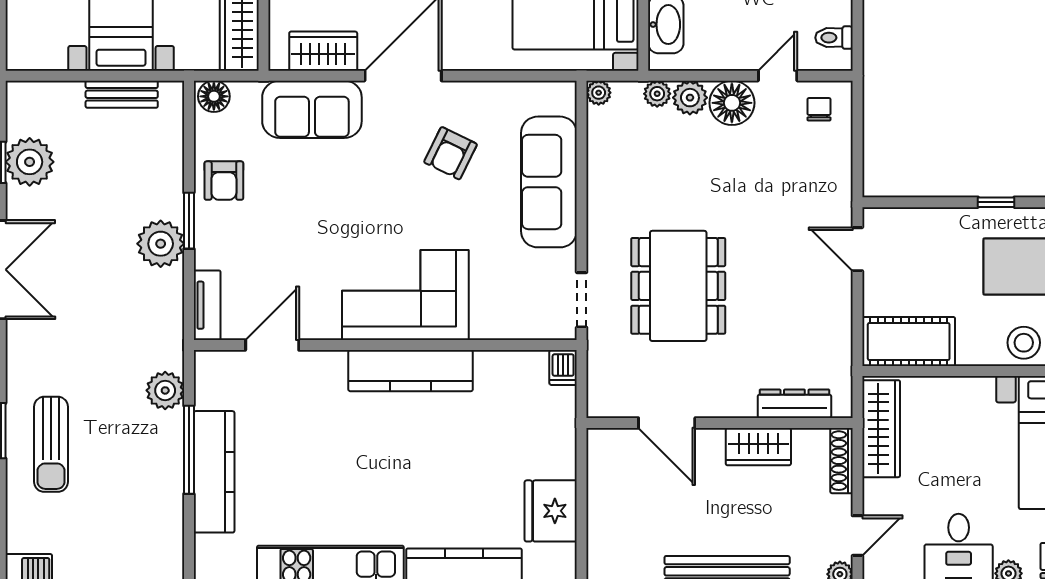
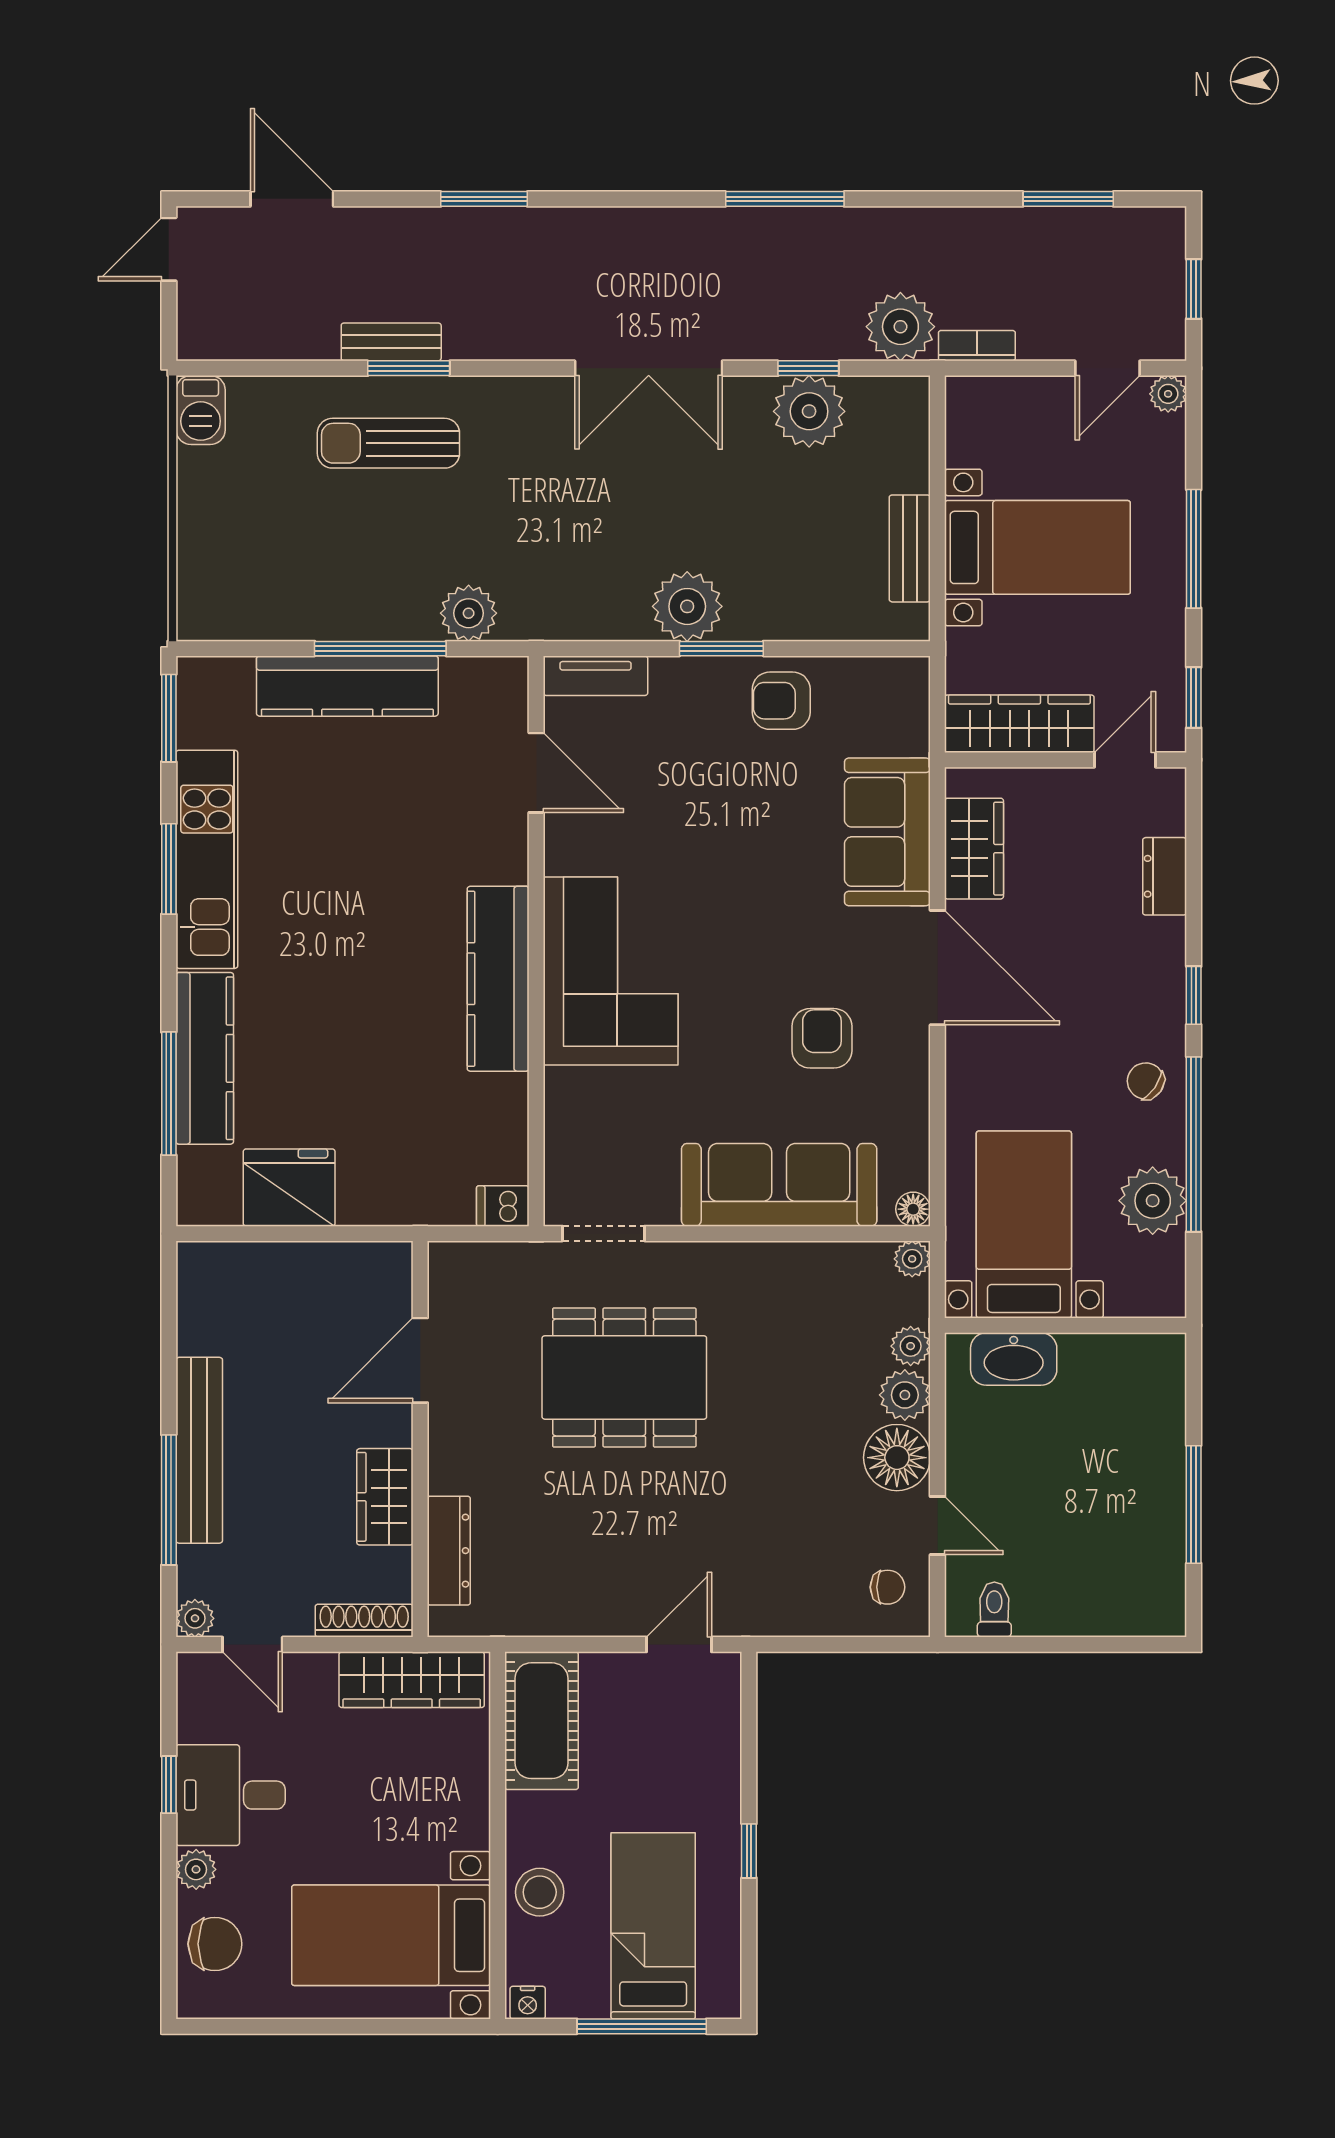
floor lamp: (214, 96) -> (913, 1209), moved, width x0.73, depth x0.73
armchair: (451, 153) -> (822, 1038), turned 64

